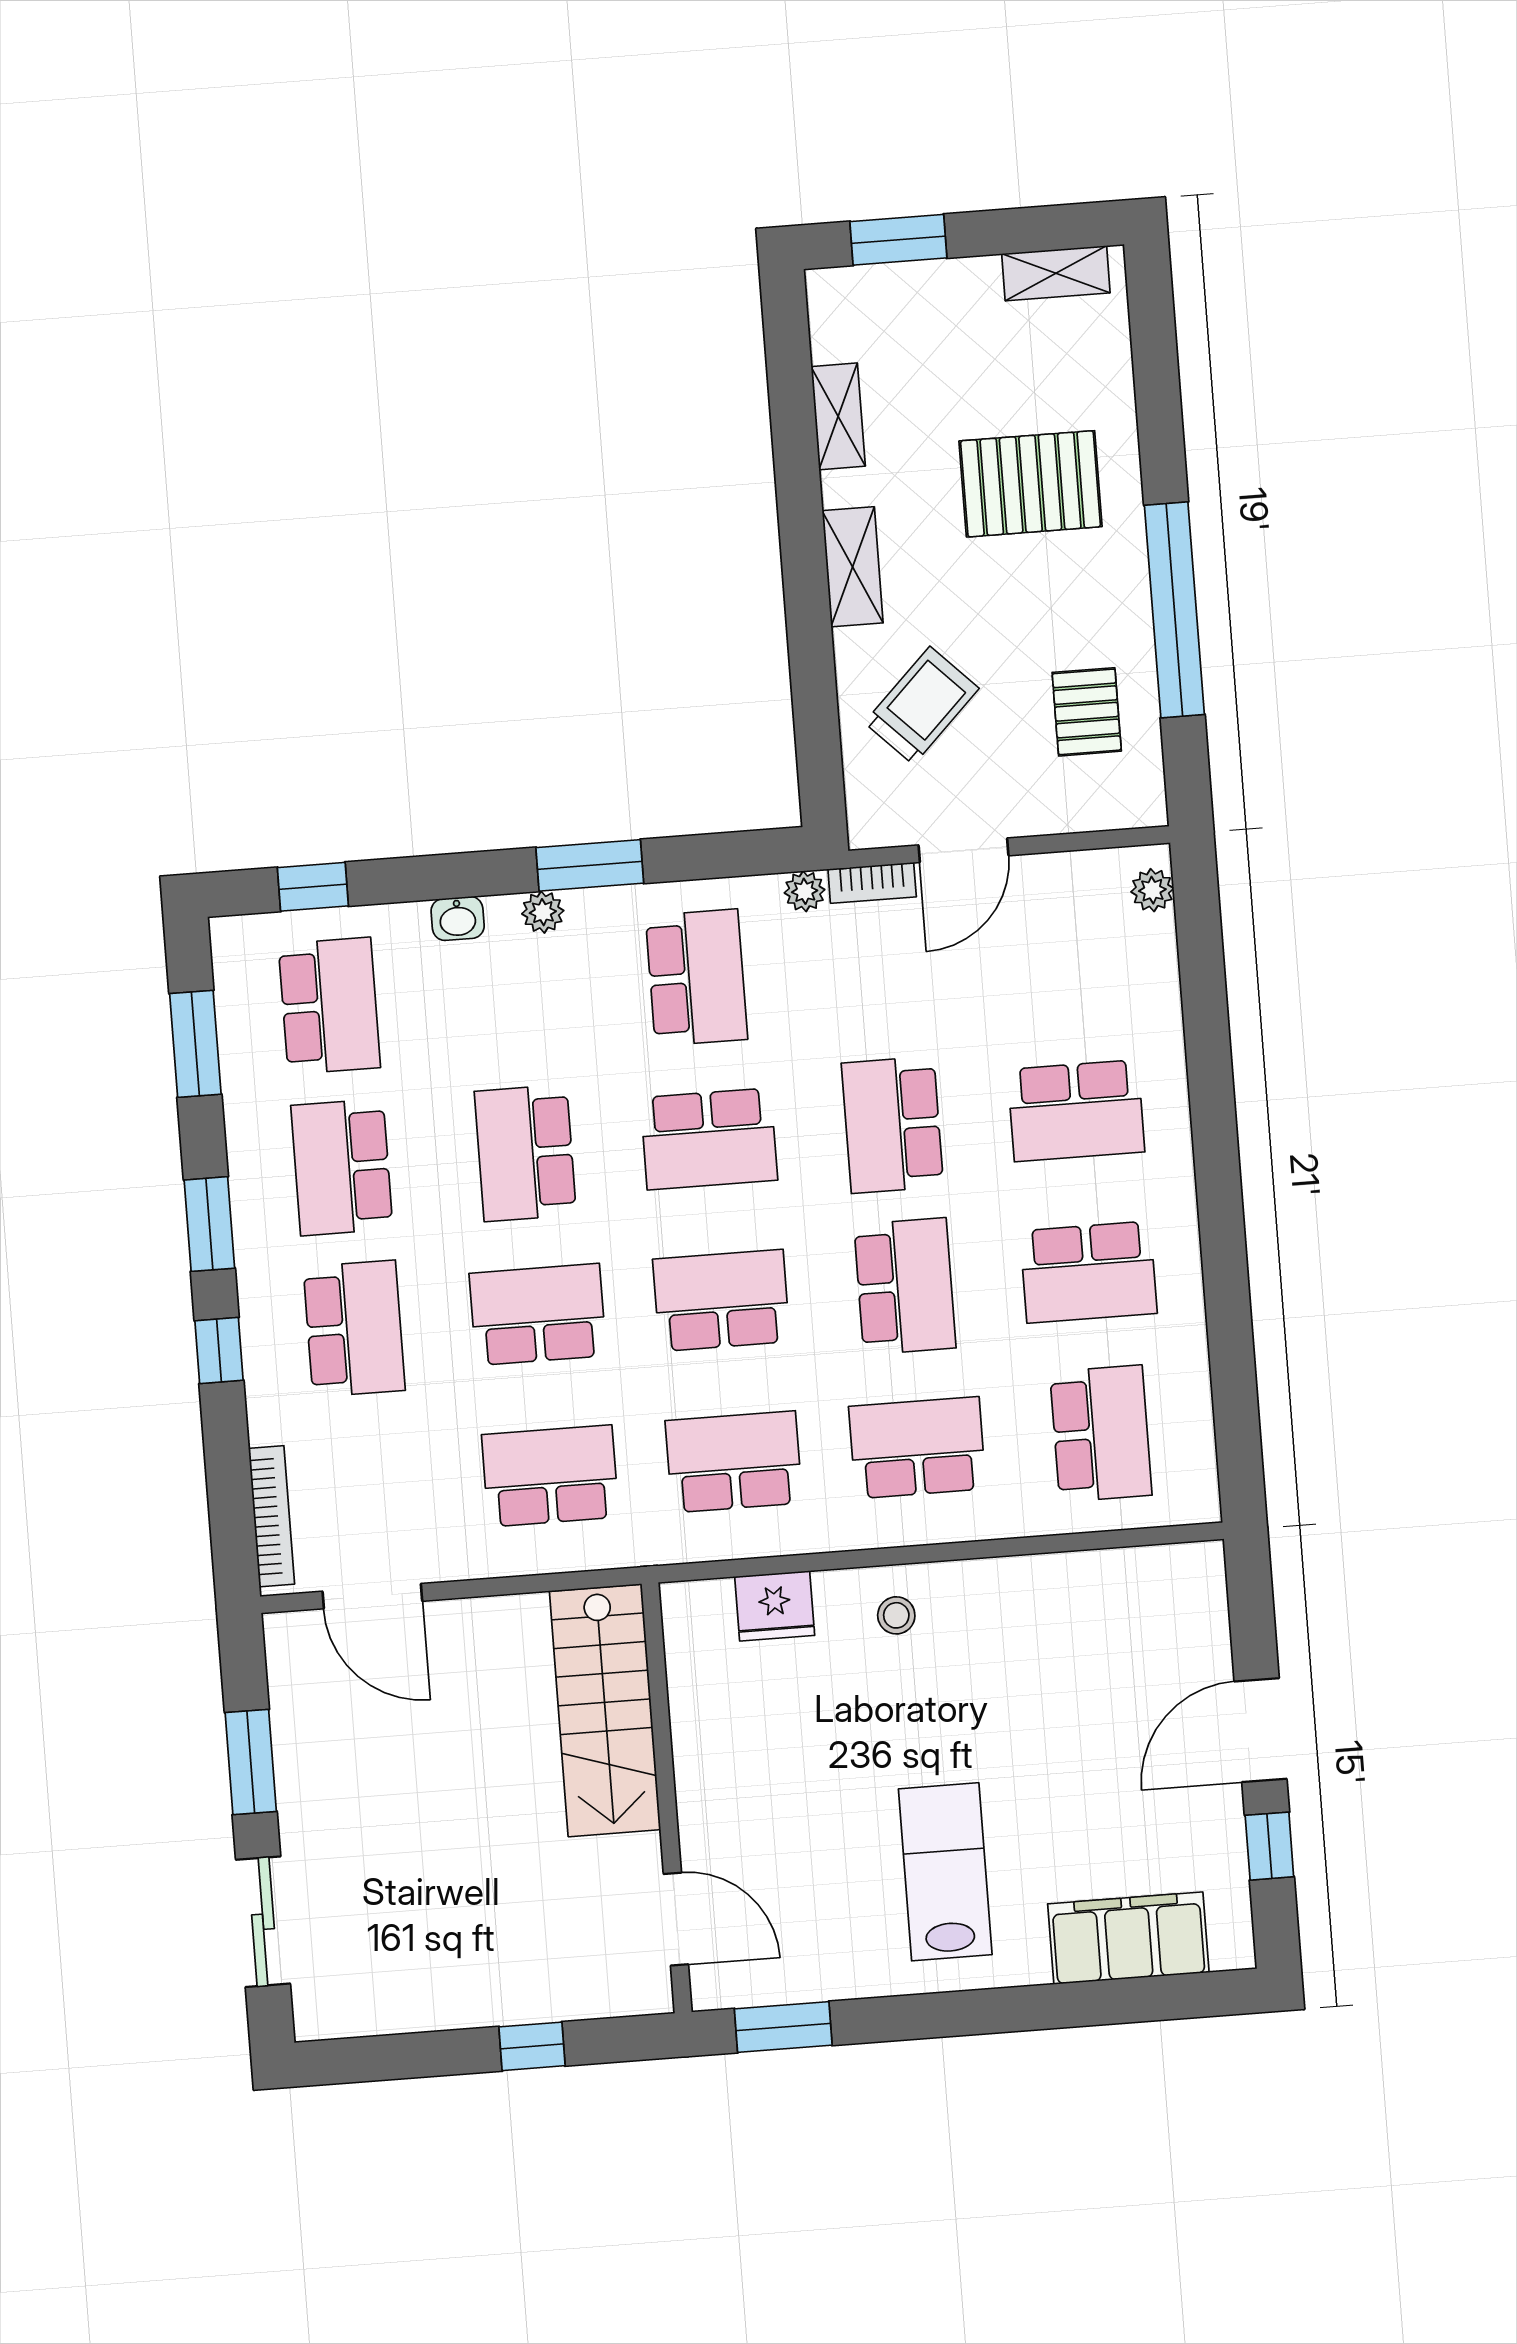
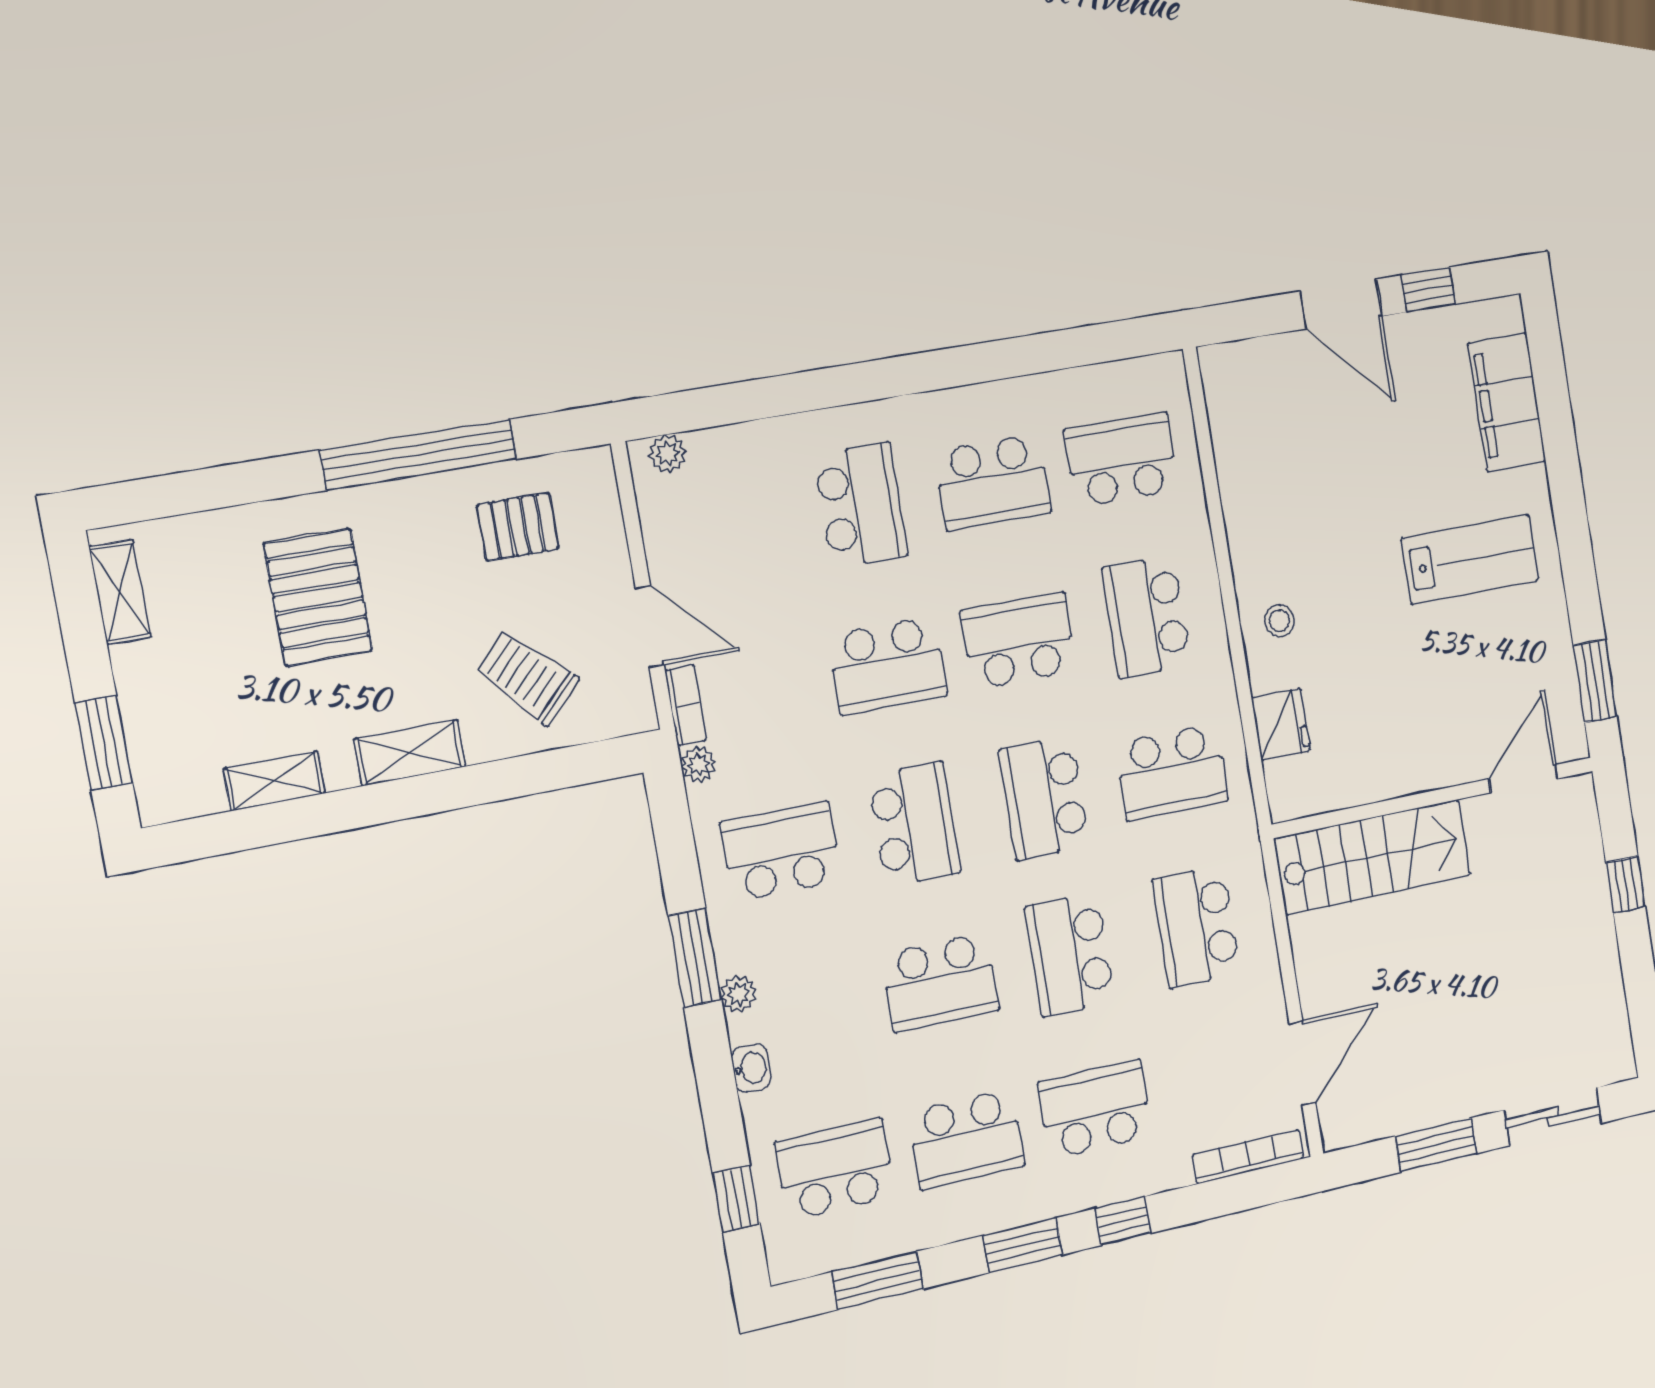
school desk: (1088, 1272) -> (993, 482), turned 90
school desk: (734, 1462) -> (1172, 772), turned -90
lab bench: (945, 1872) -> (1470, 560), turned 180

